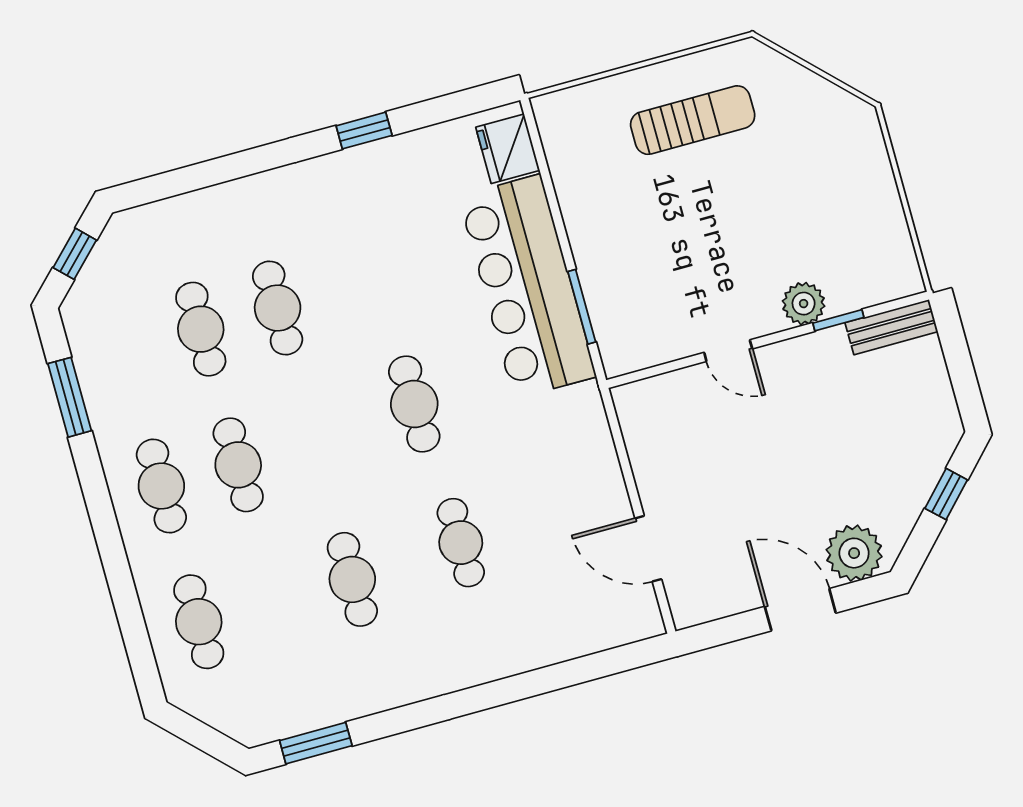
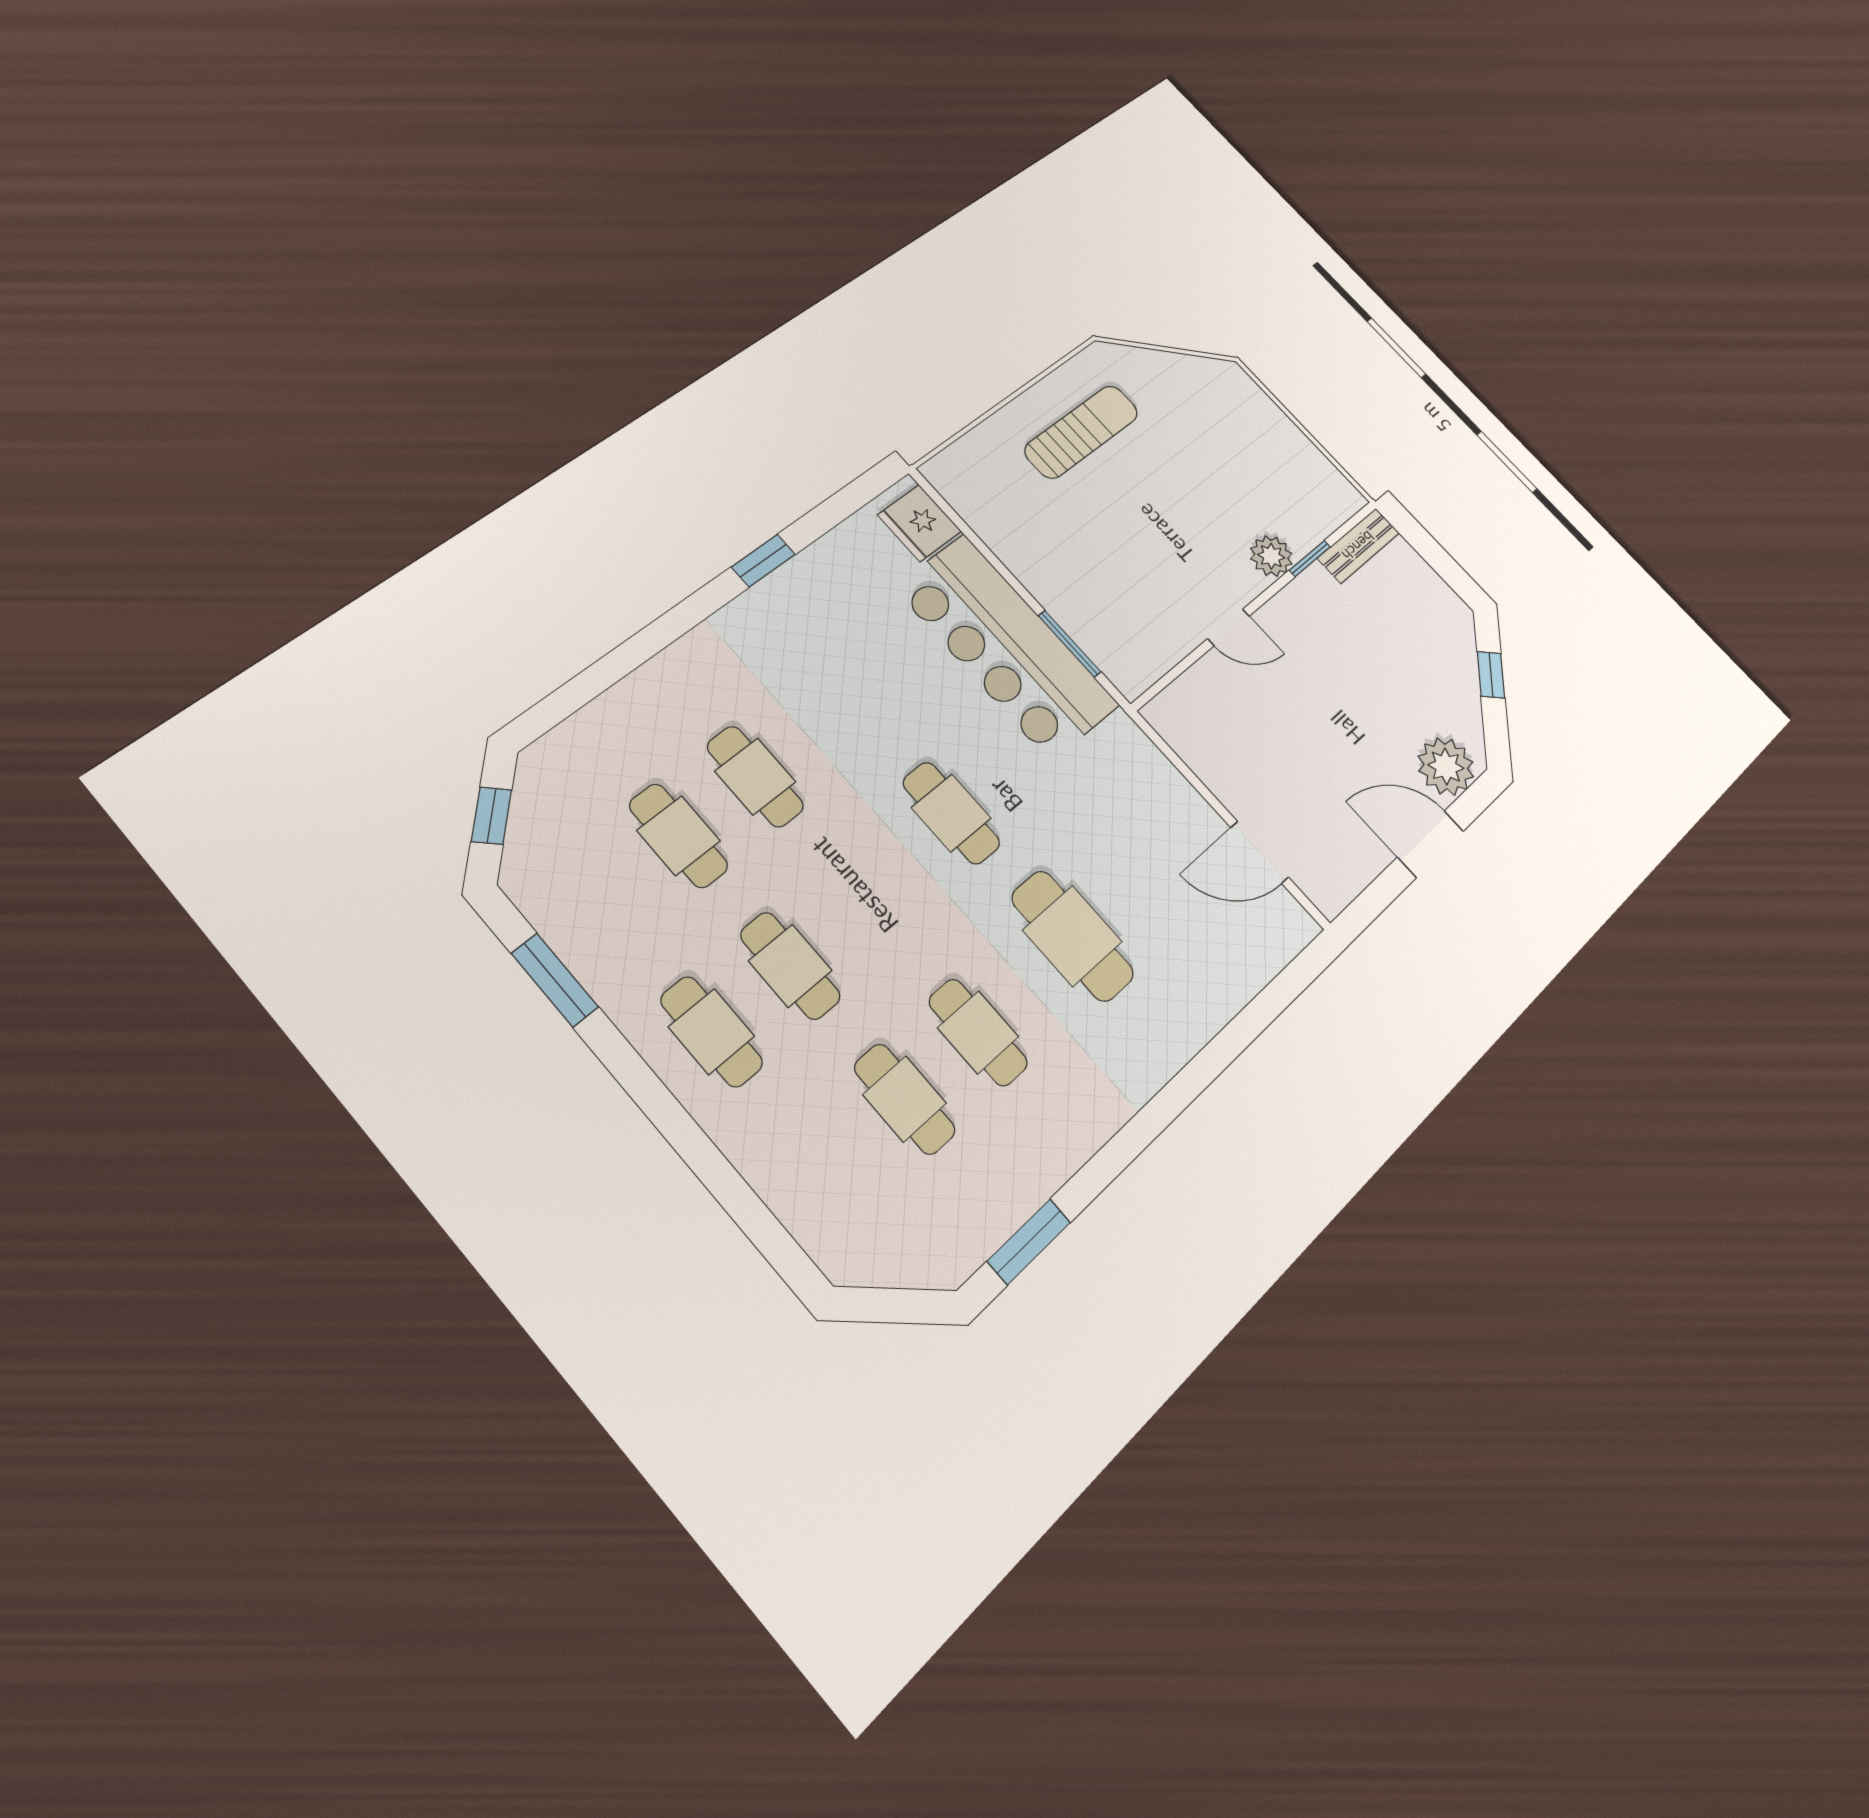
cafe table: (461, 543) -> (1072, 936), width x1.37, depth x1.35
cafe table: (199, 622) -> (905, 1099), moved

